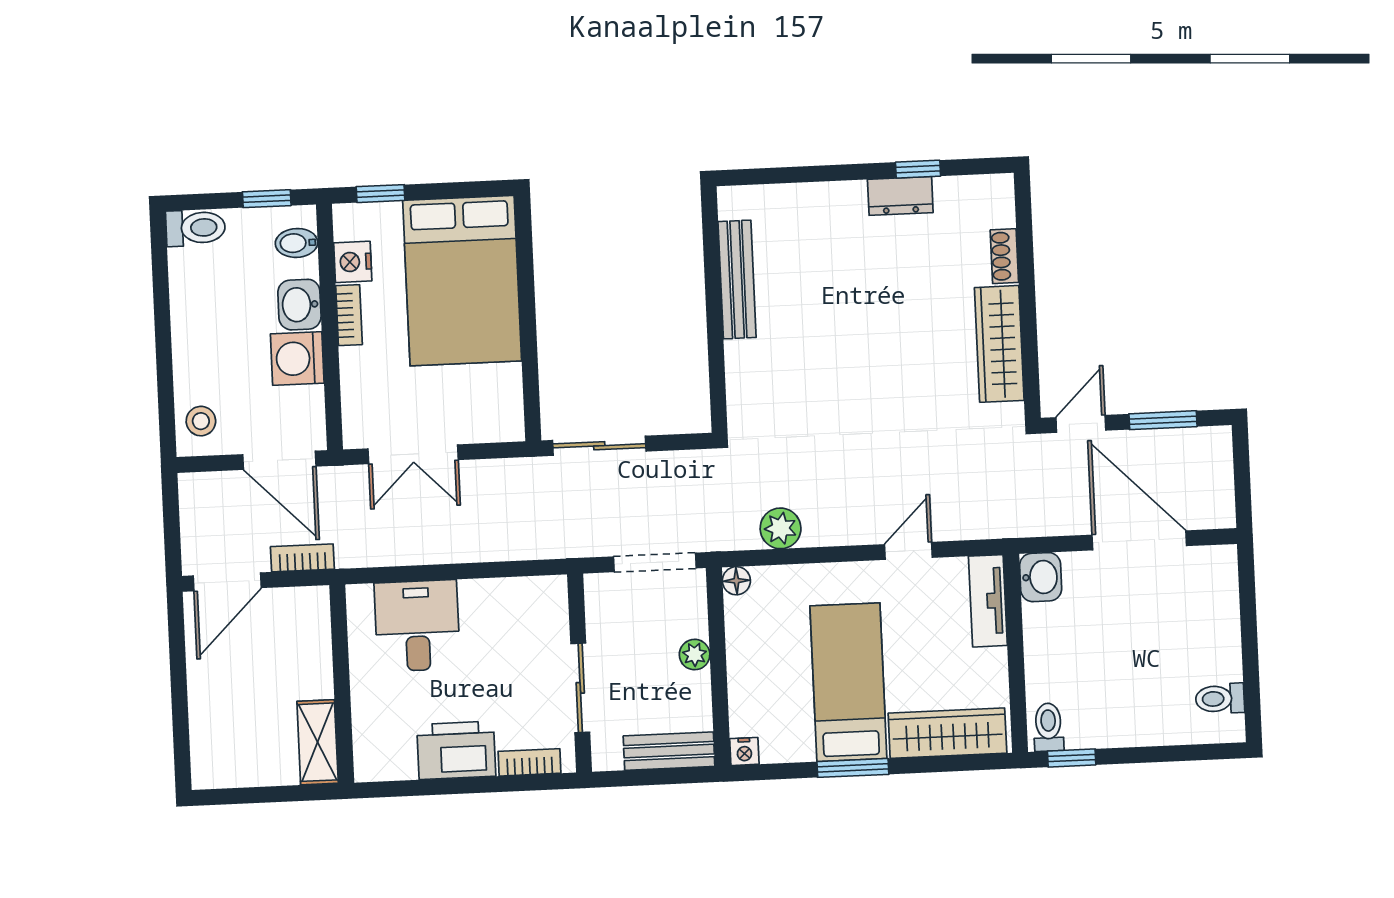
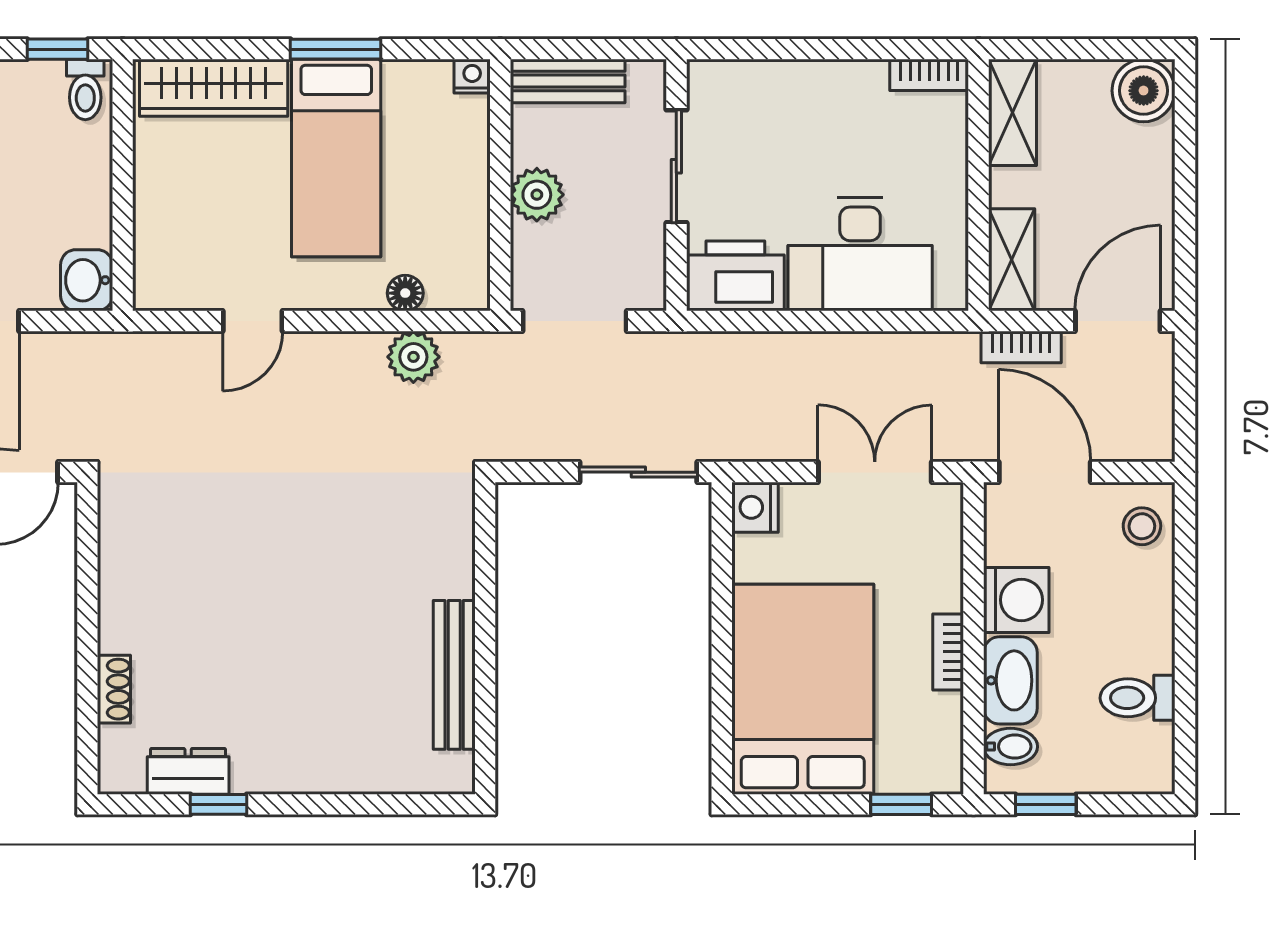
dresser: (900, 196) -> (188, 771), moved
toilet: (196, 228) -> (1138, 698), moved
nightstand: (353, 262) -> (755, 507), moved, turned 180
washbasin: (299, 305) -> (1010, 680), width x1.38
wardrobe: (999, 344) -> (126, 578), removed
floor lamp: (736, 581) -> (405, 293), moved
tv unit: (988, 601) -> (155, 253), removed
shelving: (313, 626) -> (1012, 260), added
desk: (417, 626) -> (860, 254), width x1.37
plant: (695, 655) -> (537, 195), width x1.38, depth x1.38
printer: (456, 750) -> (735, 276), moved, turned 180
bookcase: (530, 762) -> (929, 75), moved
boiler: (215, 764) -> (1144, 91), added

